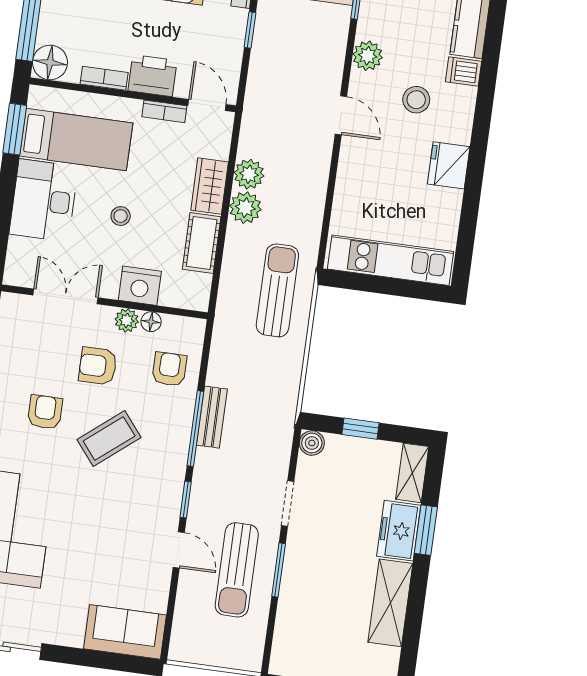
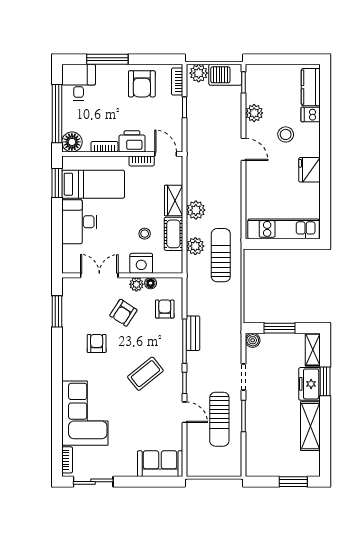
plant: (249, 174) -> (195, 246), moved
stool: (121, 216) -> (145, 234), moved
armchair: (98, 366) -> (123, 313), turned -57
window: (360, 429) -> (279, 328), width x1.50
coffee table: (109, 439) -> (145, 374), moved

